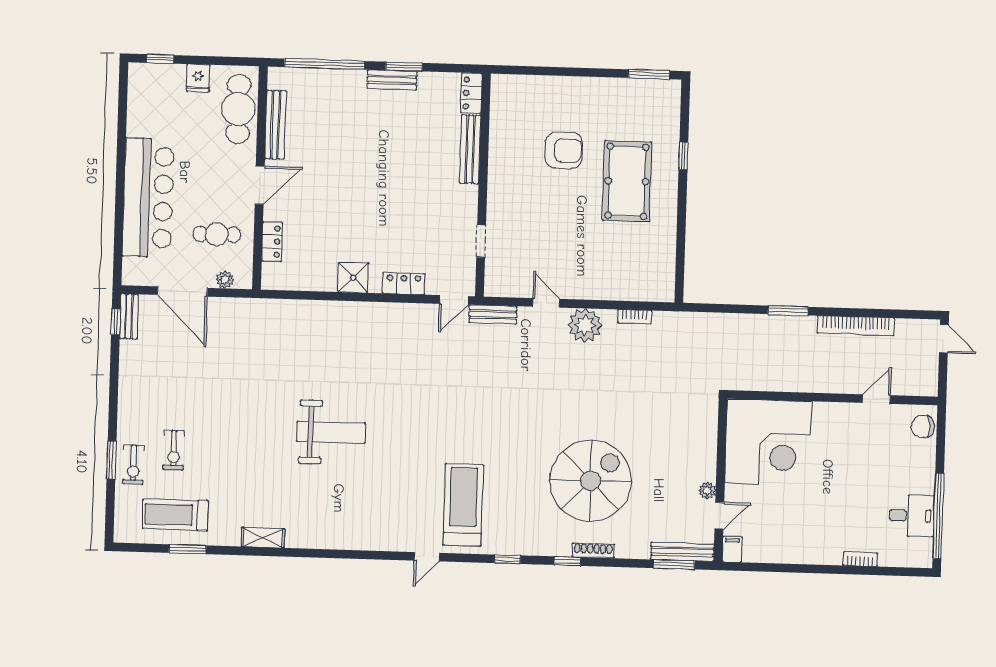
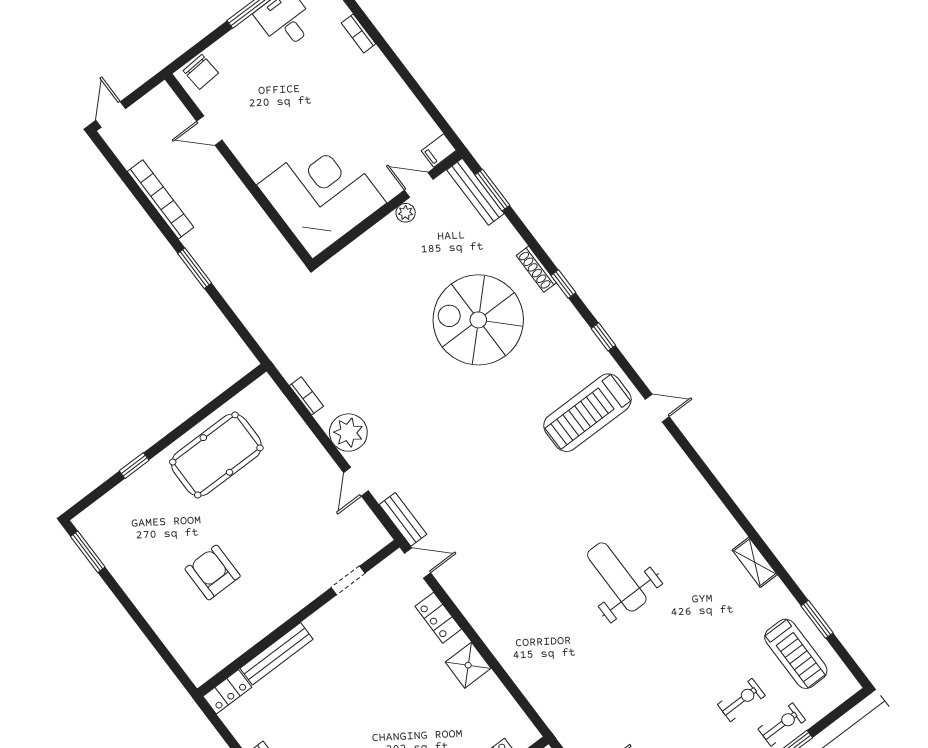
pool table: (627, 181) -> (216, 455), moved

